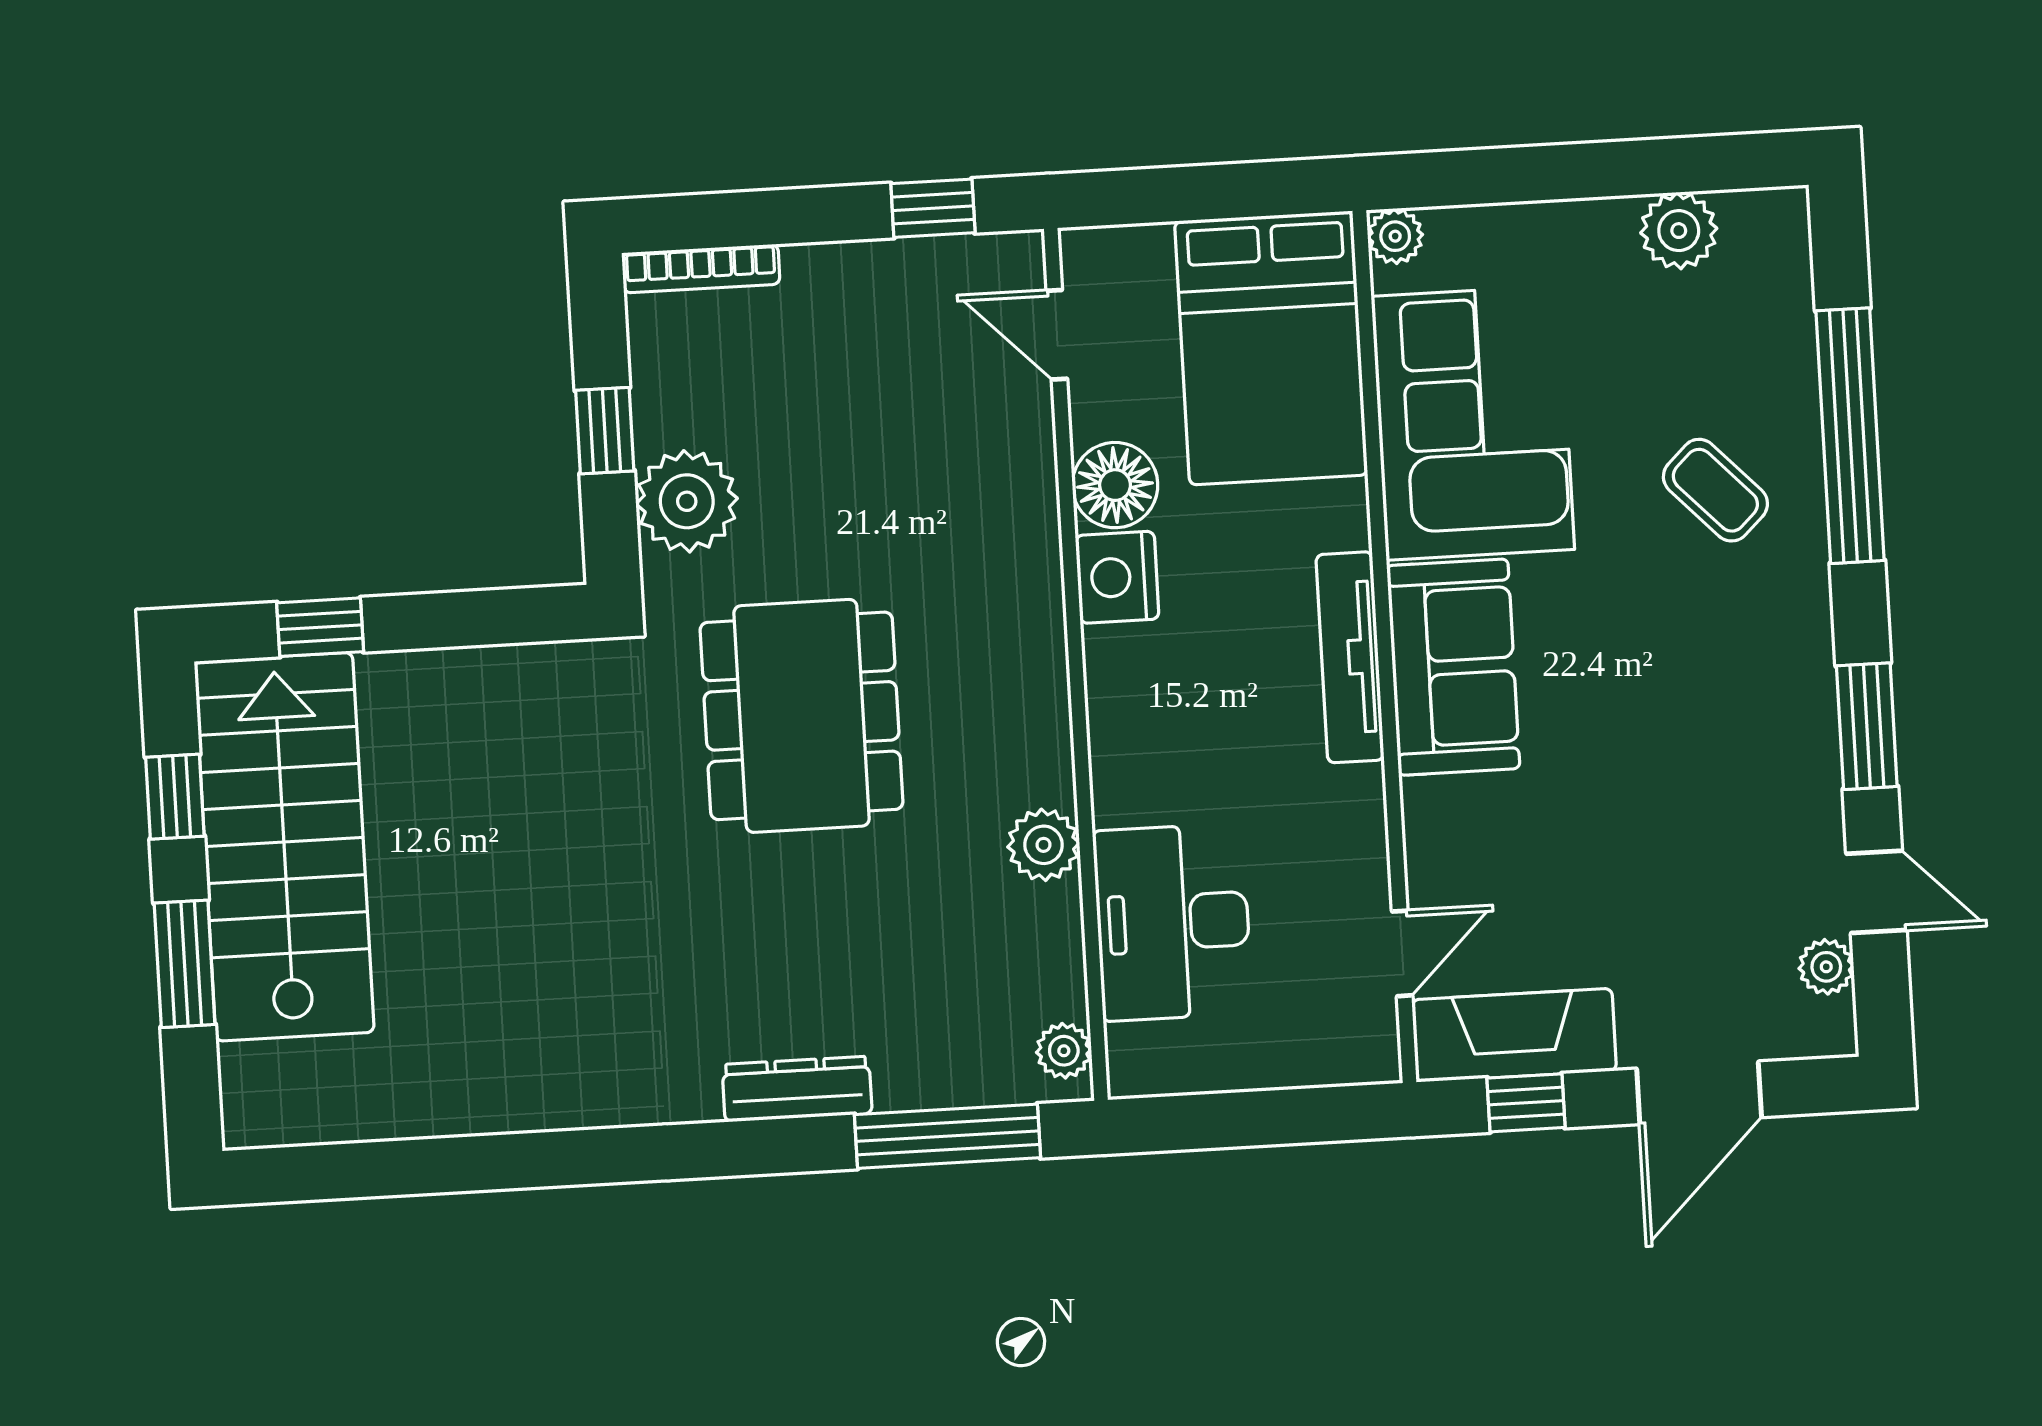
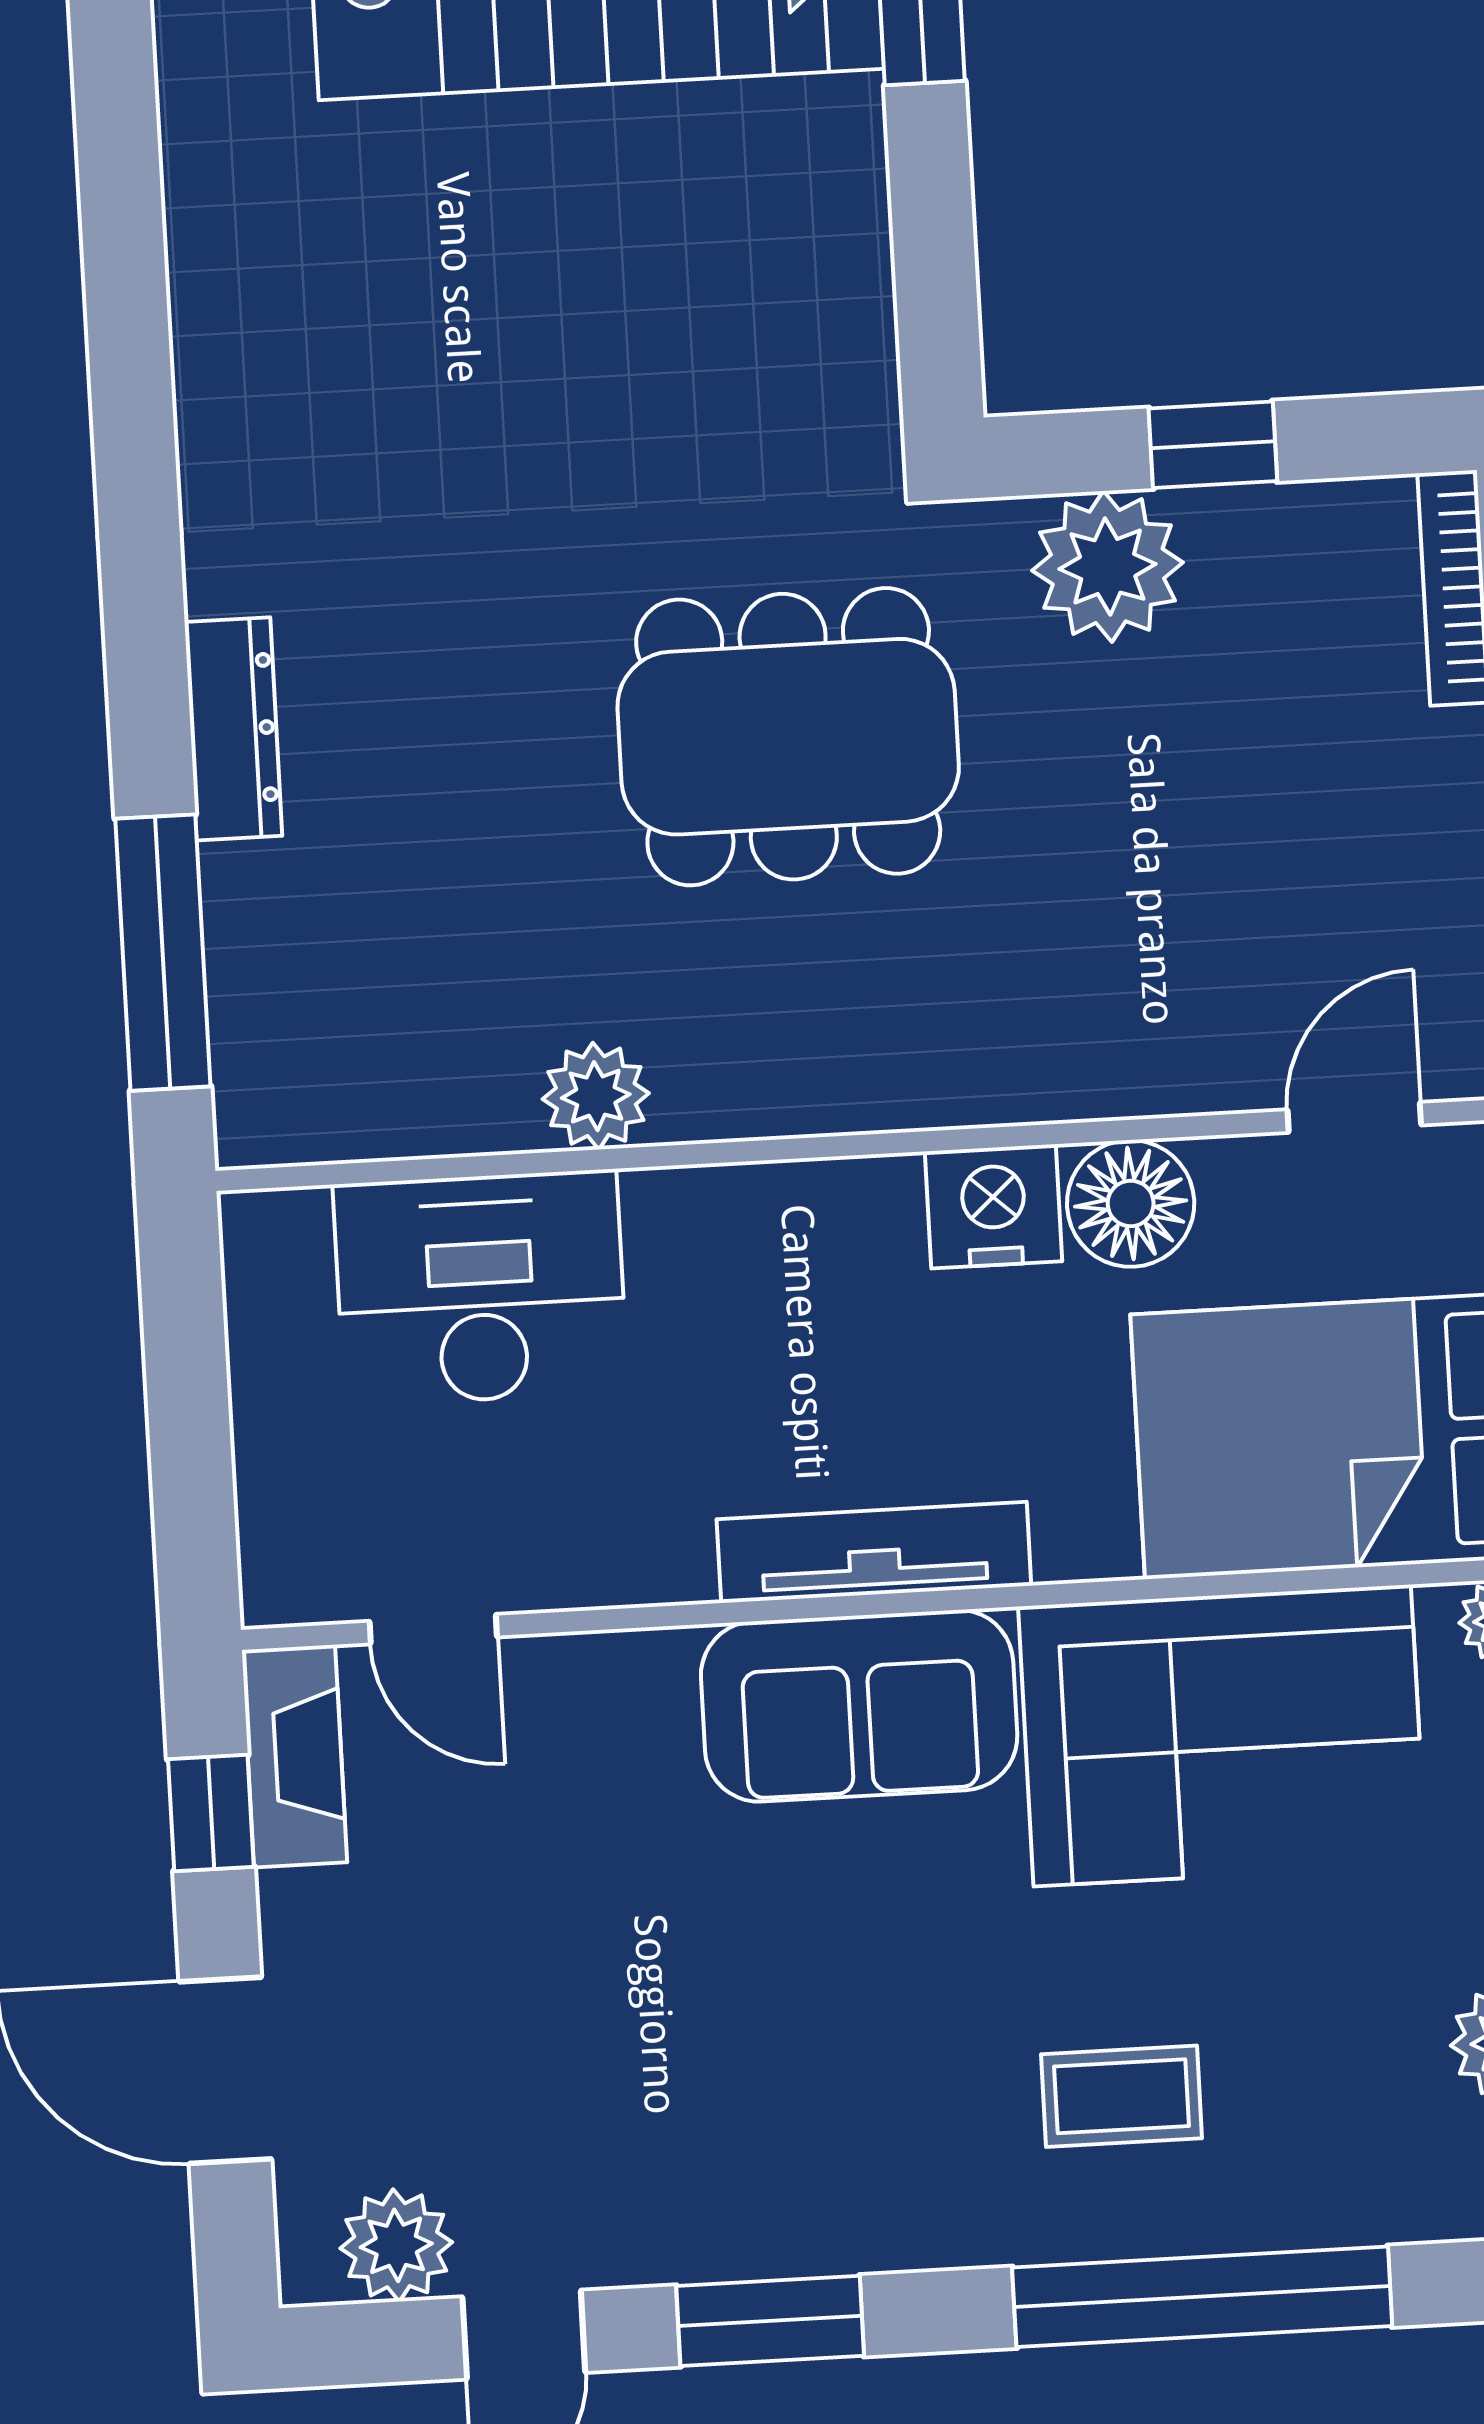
coffee table: (1715, 490) -> (1122, 2096), turned 44
plant: (1826, 967) -> (396, 2245), width x1.38, depth x1.38
fireplace: (1514, 1035) -> (294, 1756), width x0.73, depth x0.76
plant: (1064, 1051) -> (290, 1126), removed

